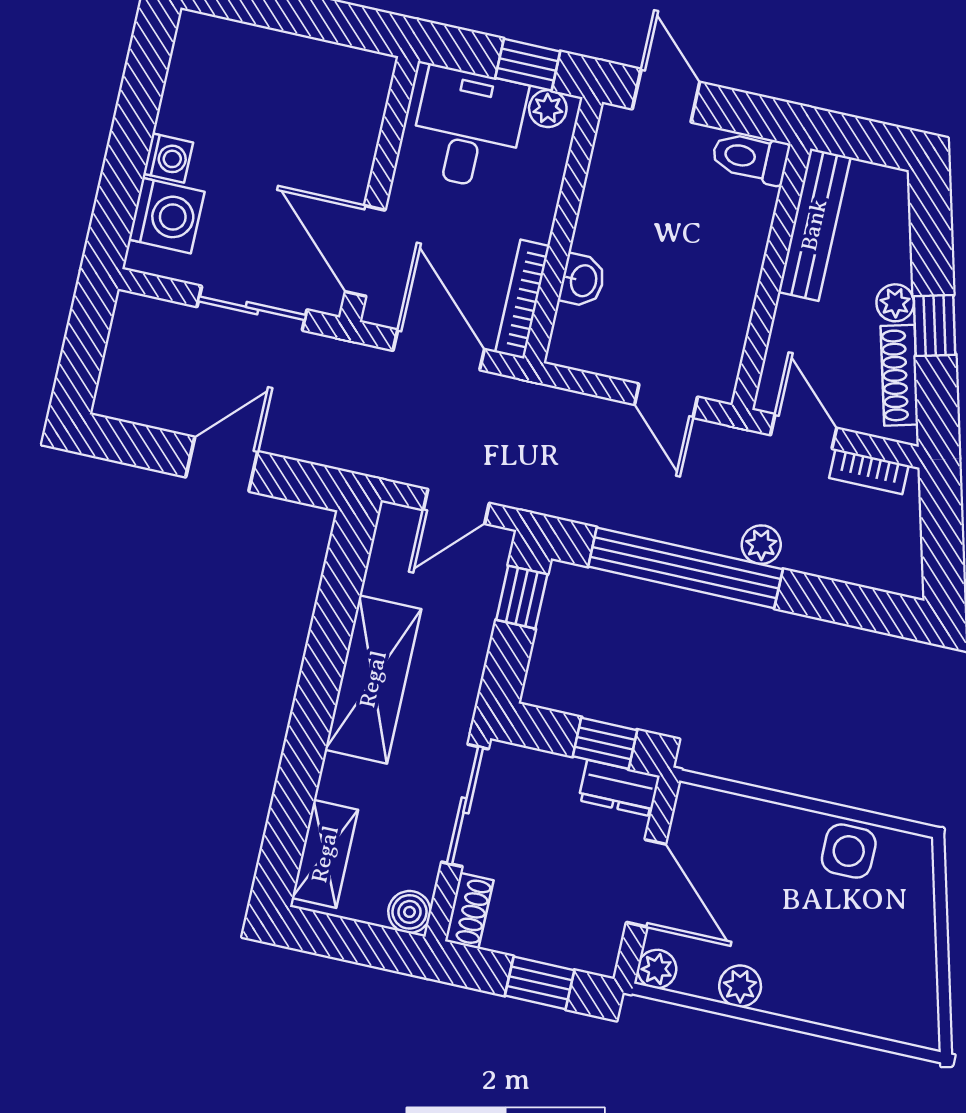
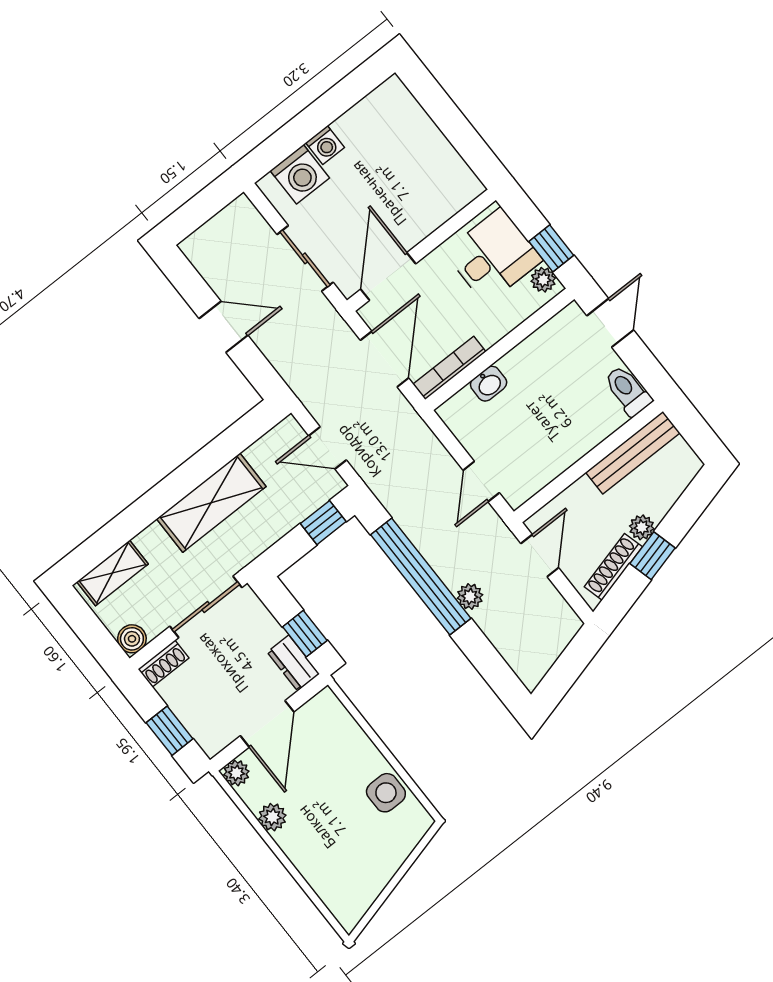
bookcase: (869, 472) -> (557, 604), removed

